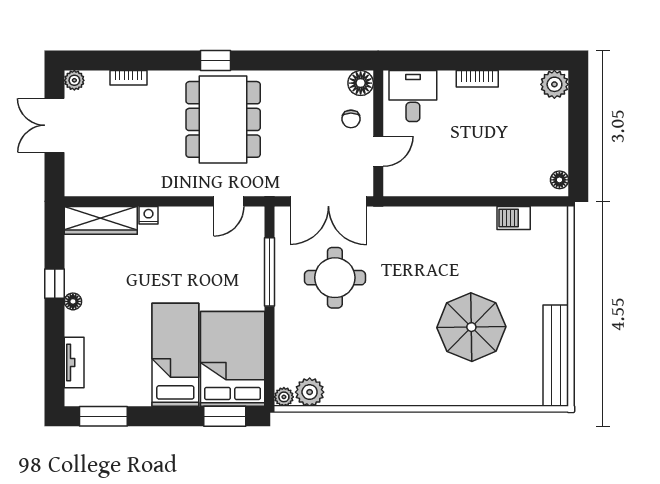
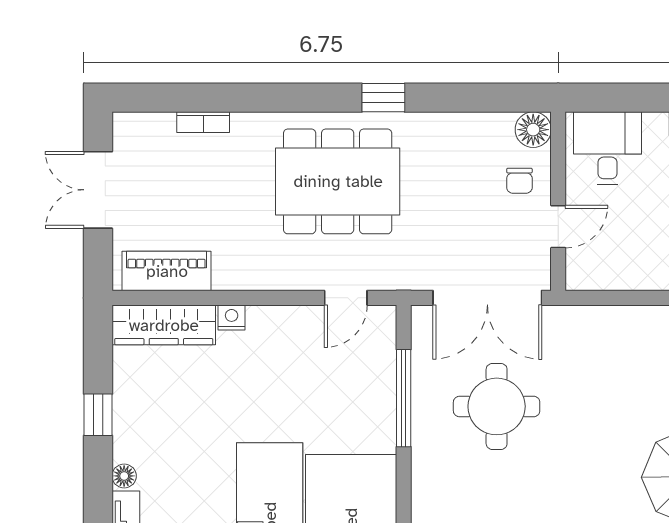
window: (215, 61) -> (383, 98), moved
plant: (74, 80) -> (126, 126), removed
dining table: (223, 119) -> (338, 181), turned 90
piano: (103, 182) -> (167, 271), added
floor lamp: (73, 301) -> (124, 476), moved

